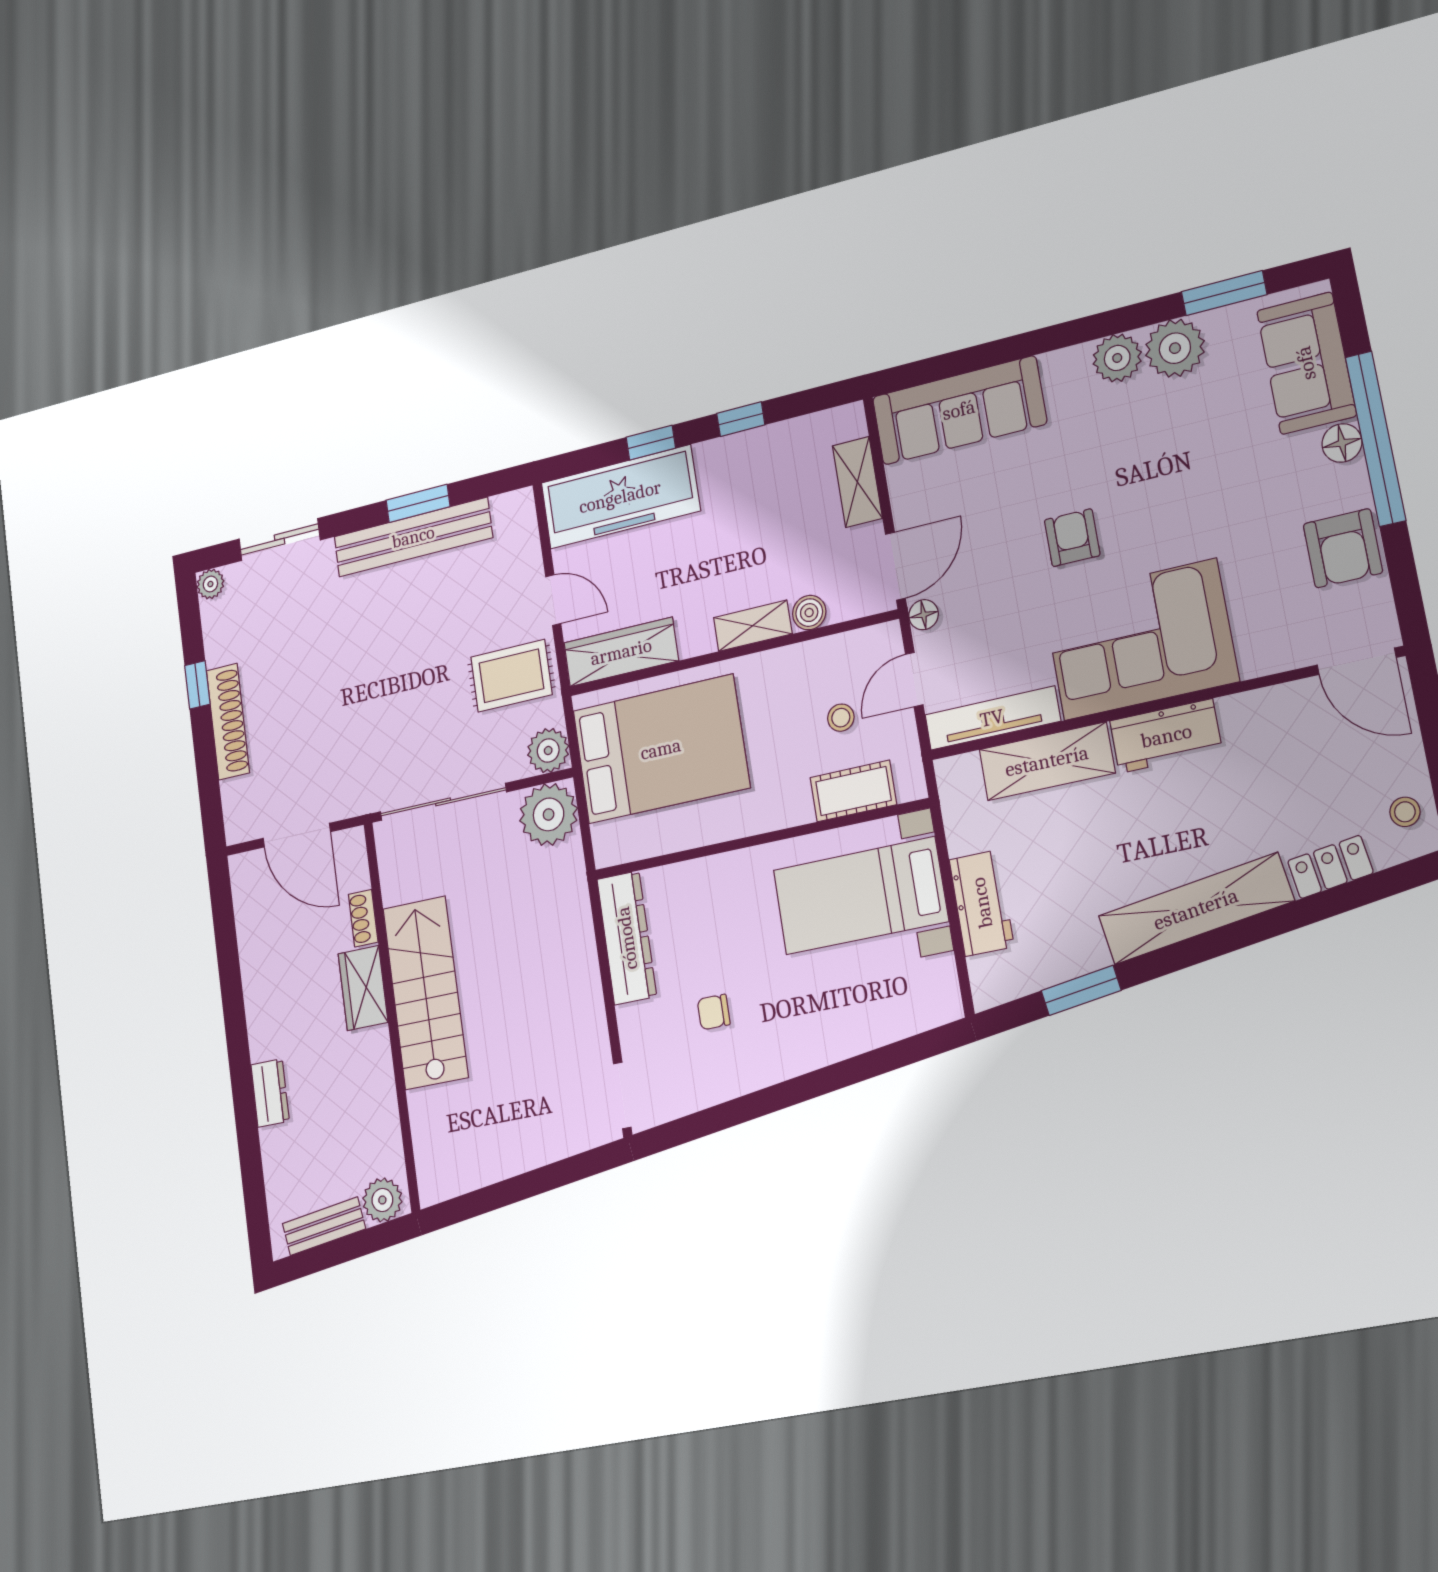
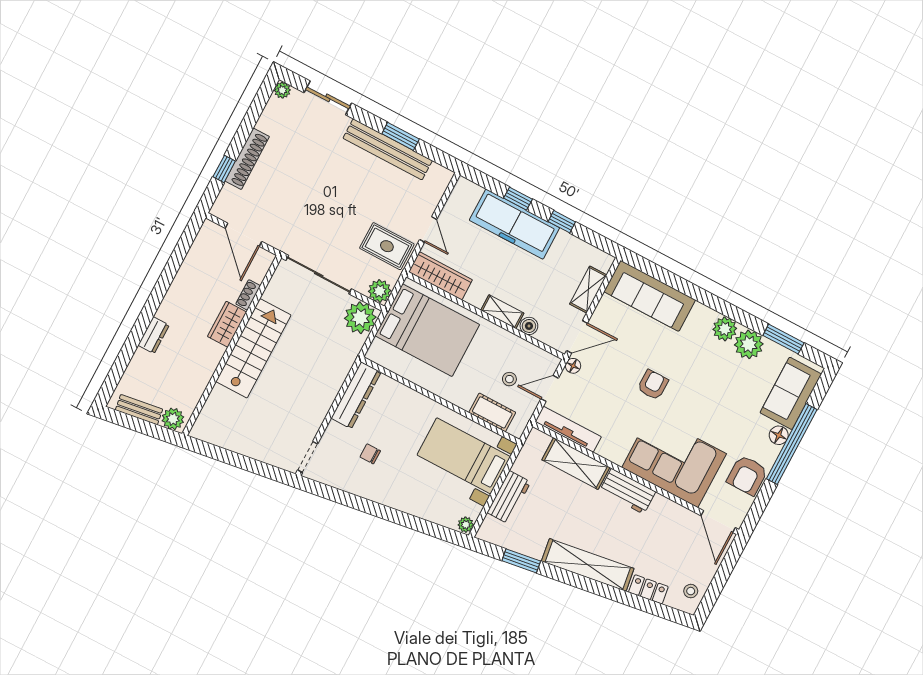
freezer: (620, 497) -> (514, 224), moved
corner sofa: (1140, 639) -> (674, 461), moved
window: (197, 685) -> (224, 169), moved
plant: (946, 1004) -> (466, 525), added

